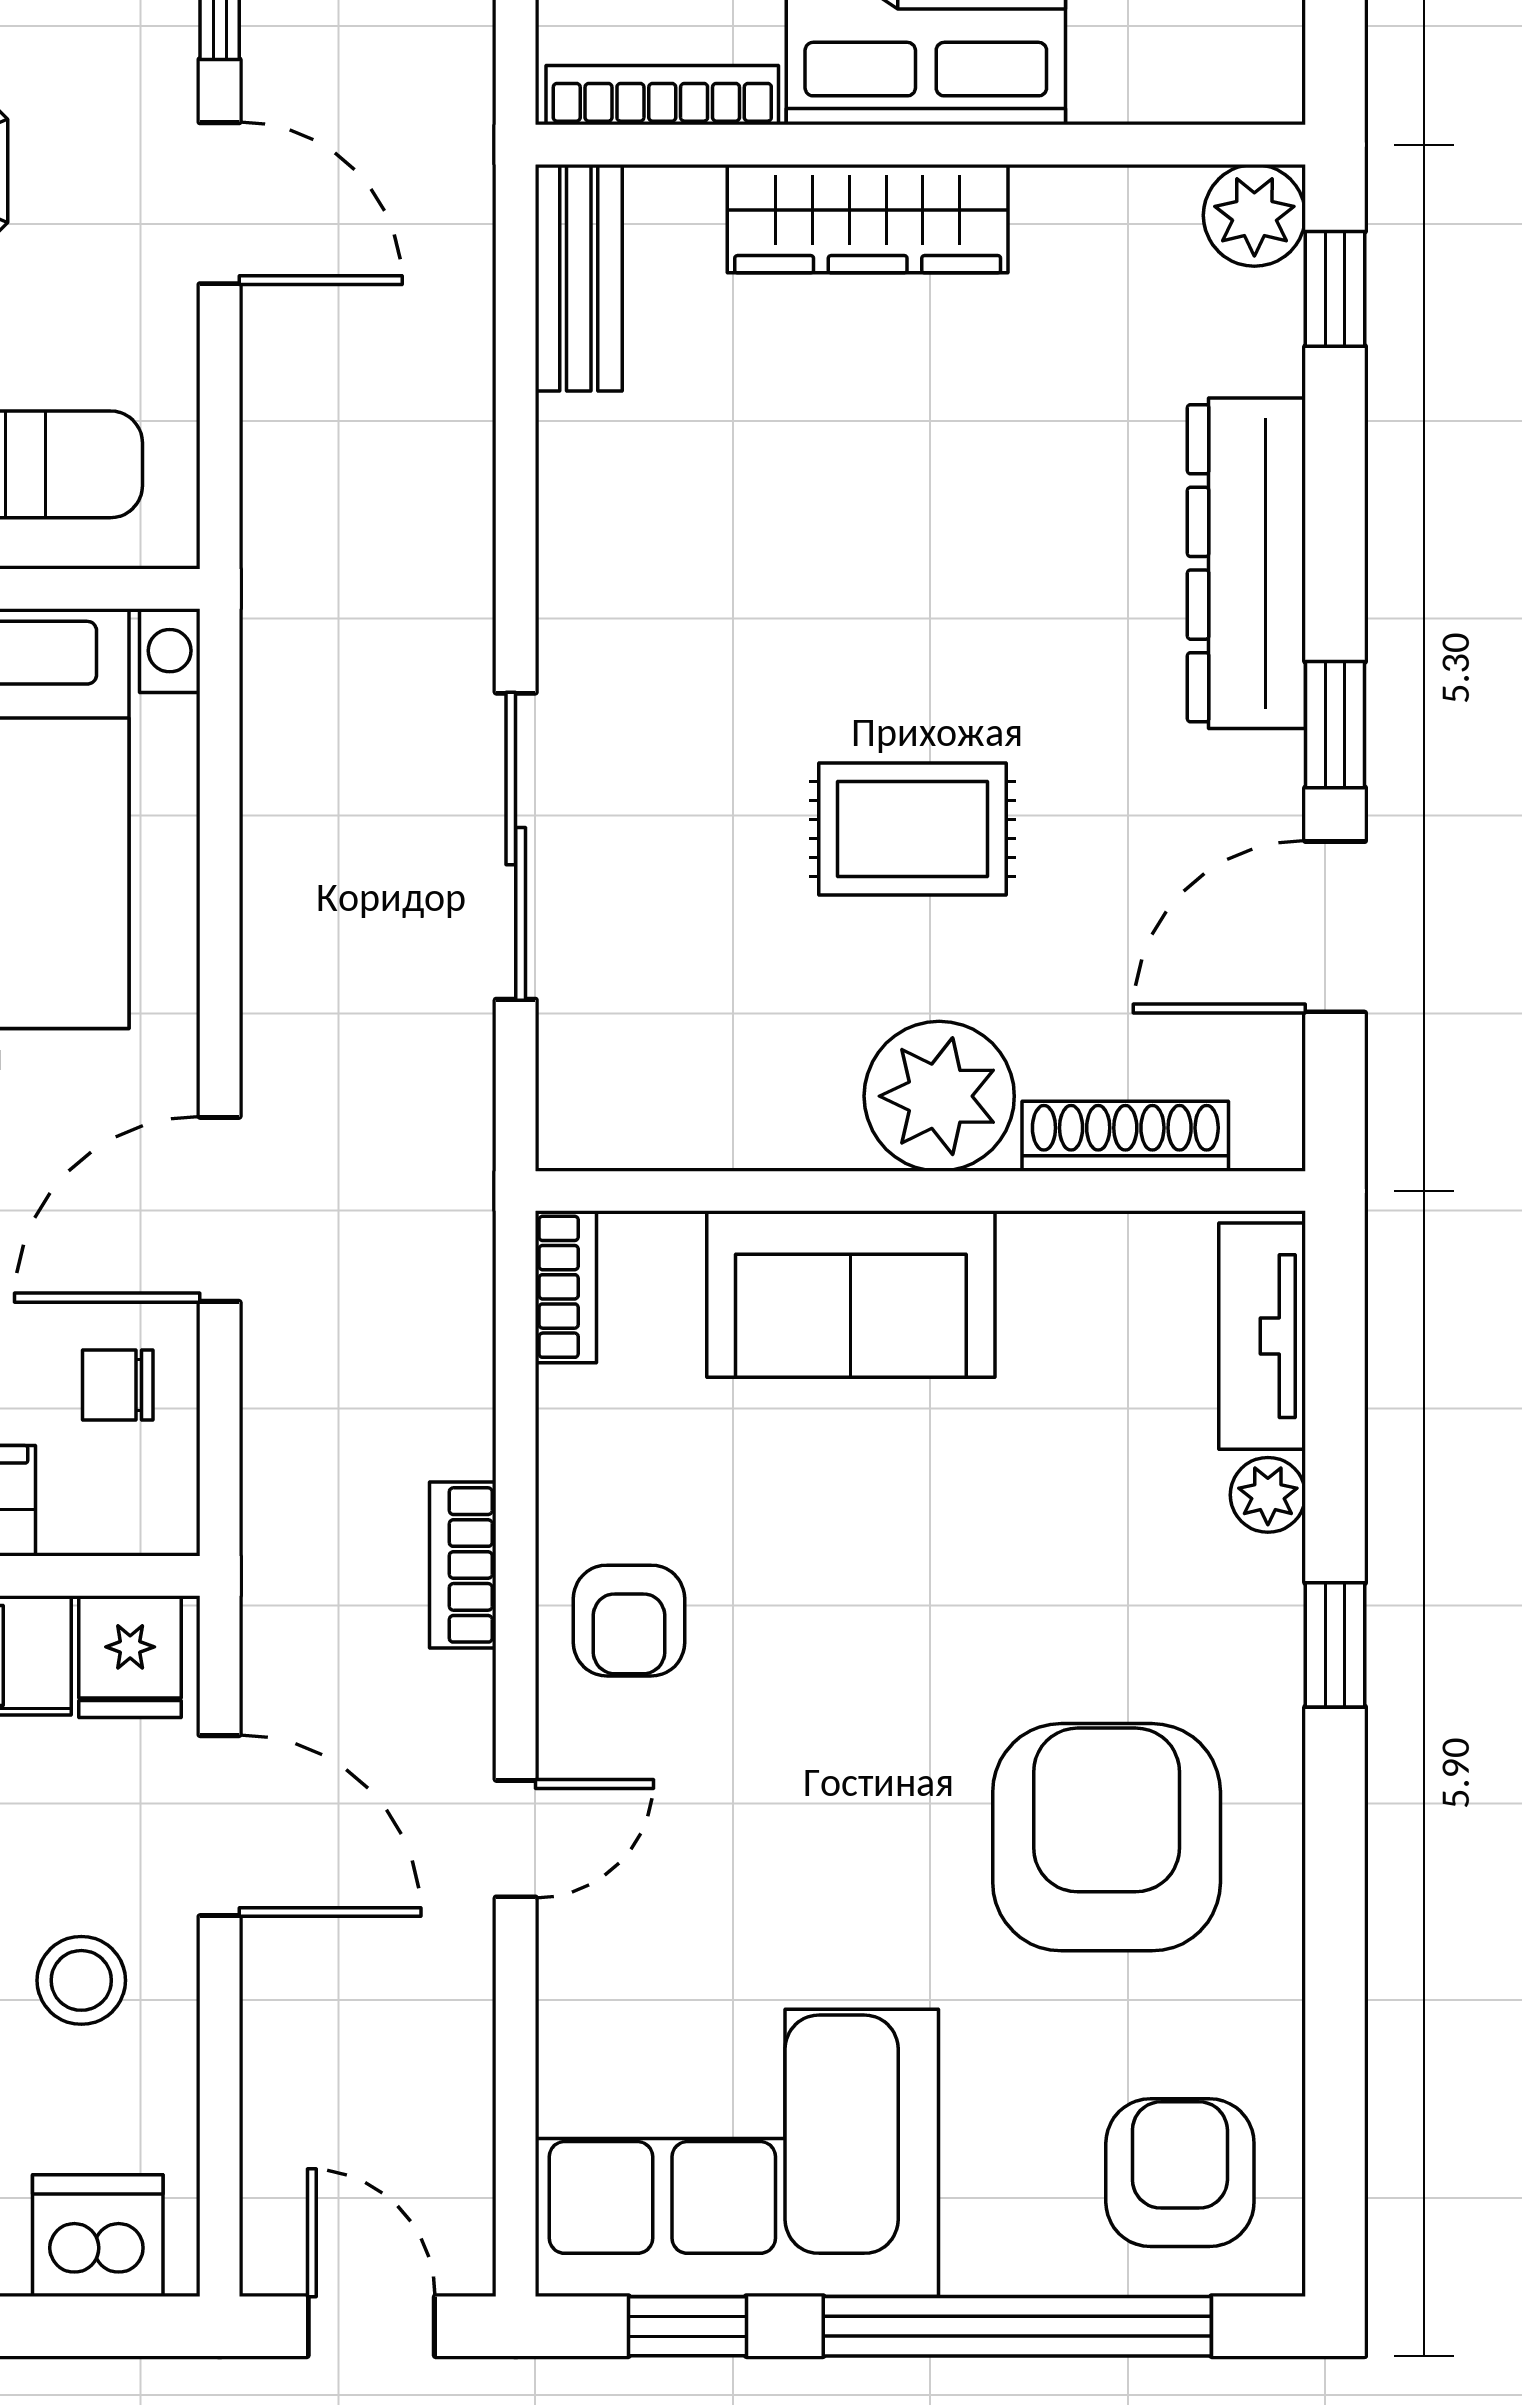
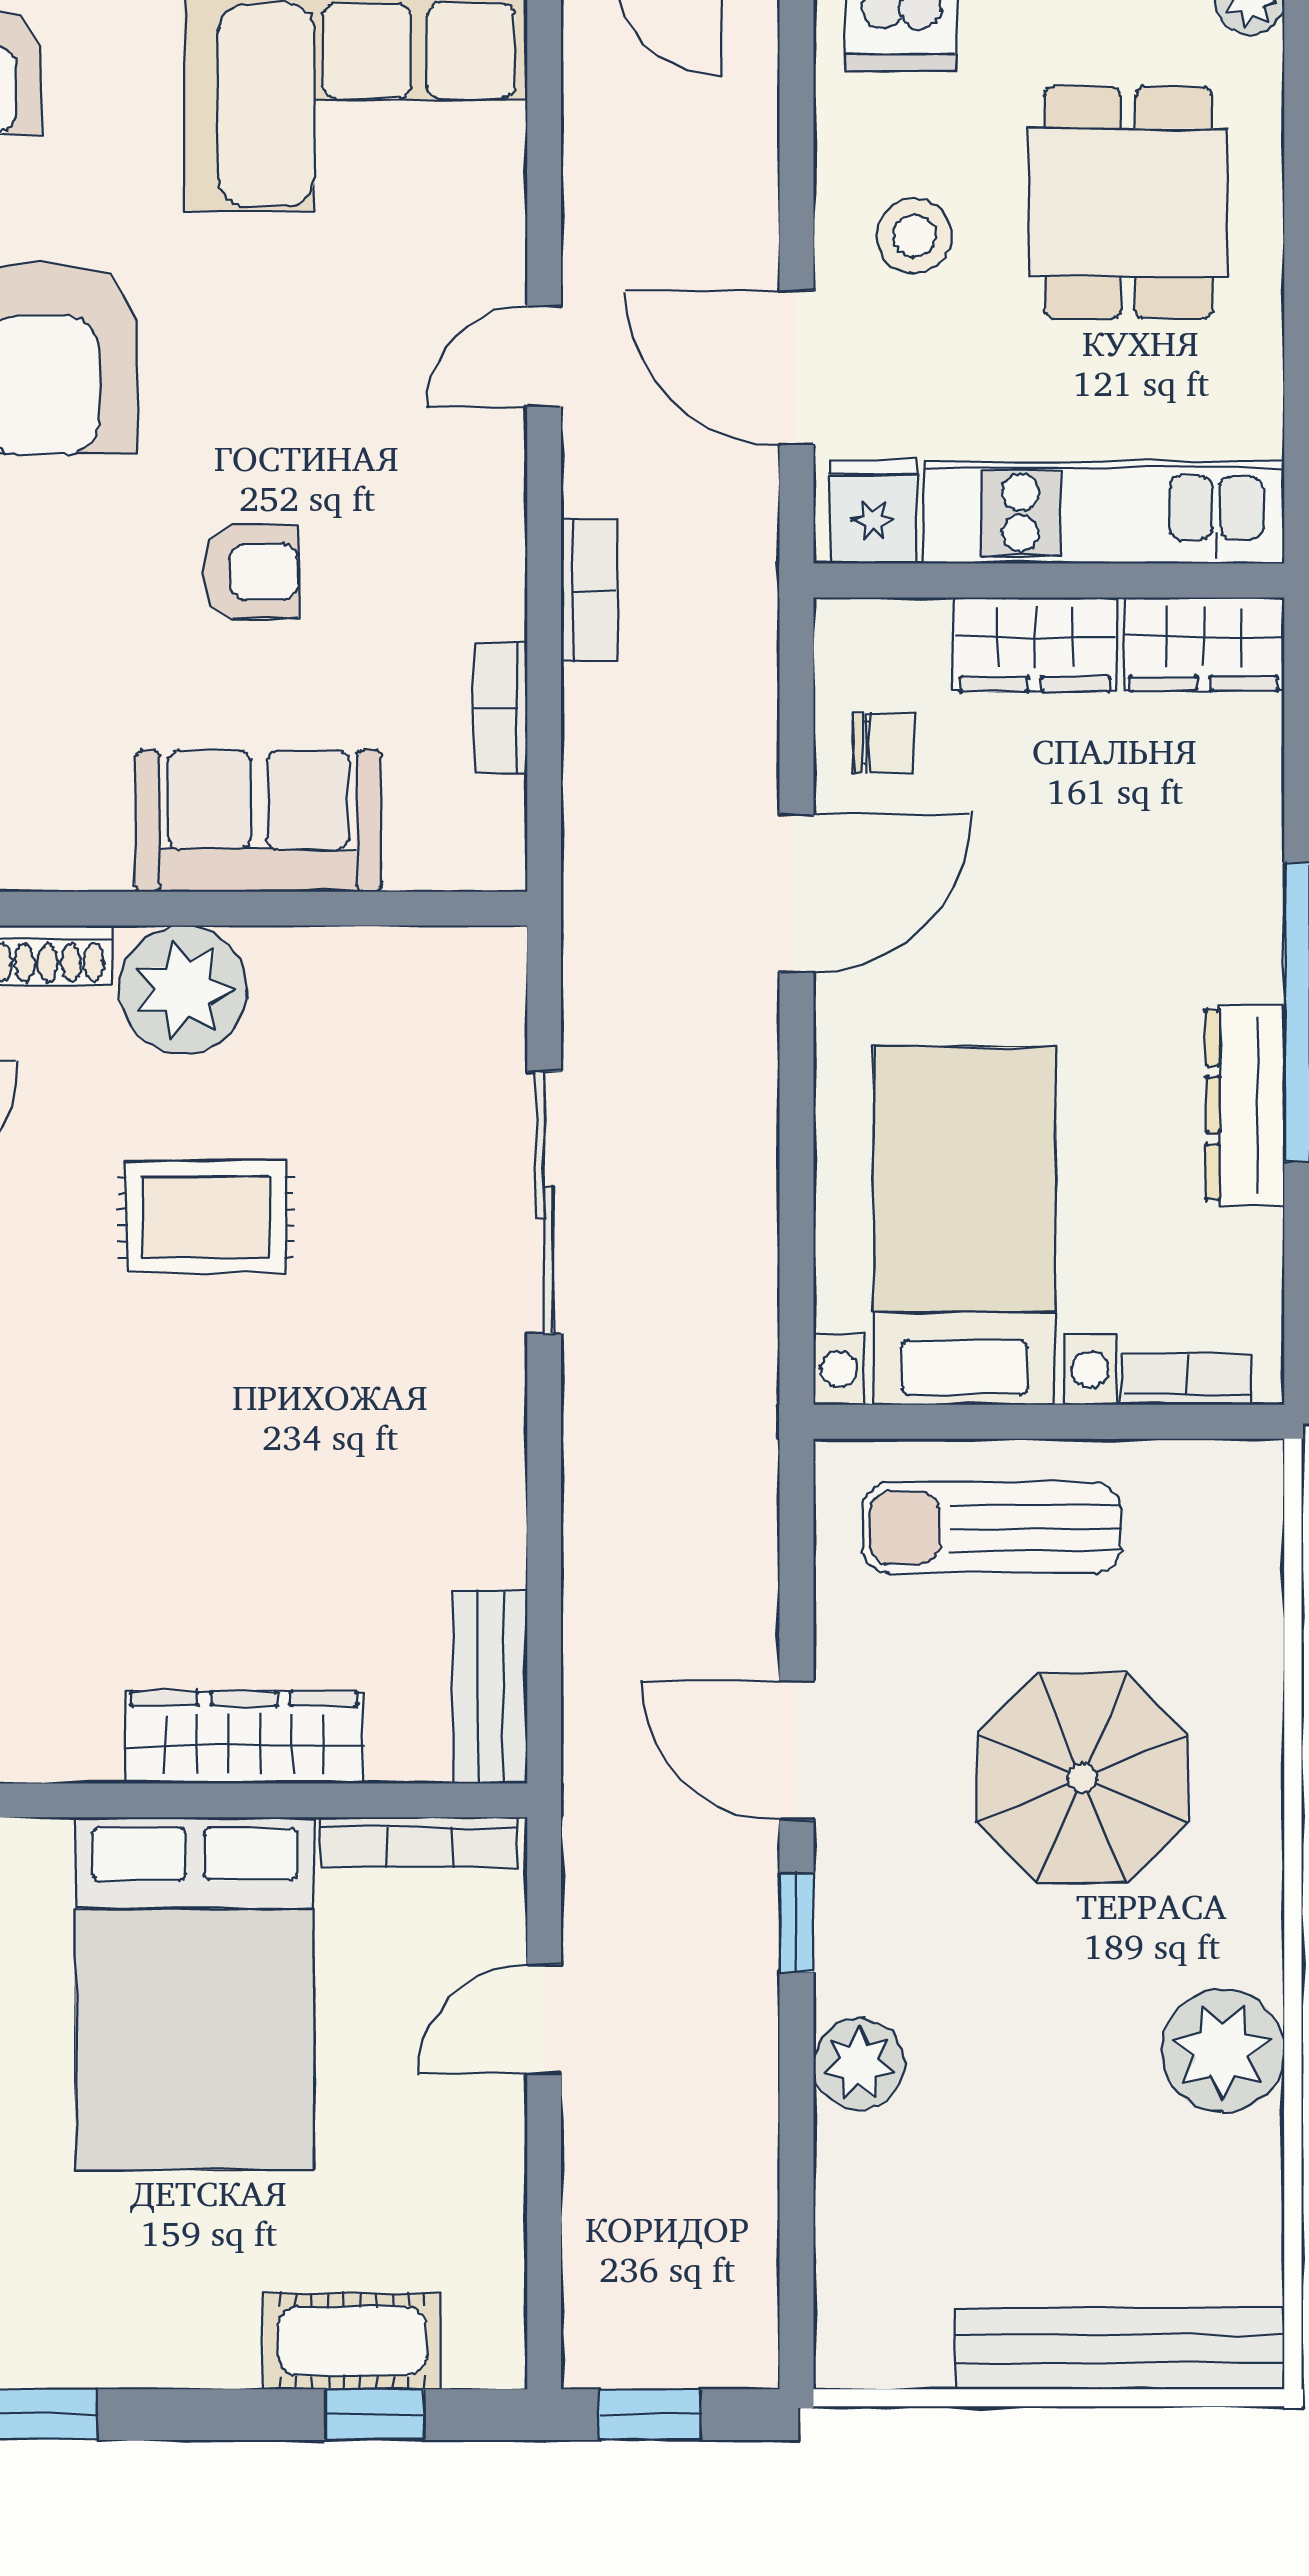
bookcase: (566, 1287) -> (501, 708), moved
armchair: (629, 1621) -> (251, 572), moved, turned 90

